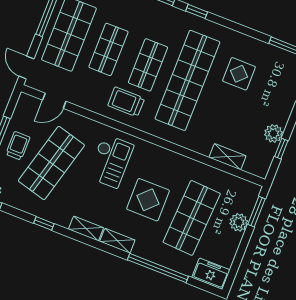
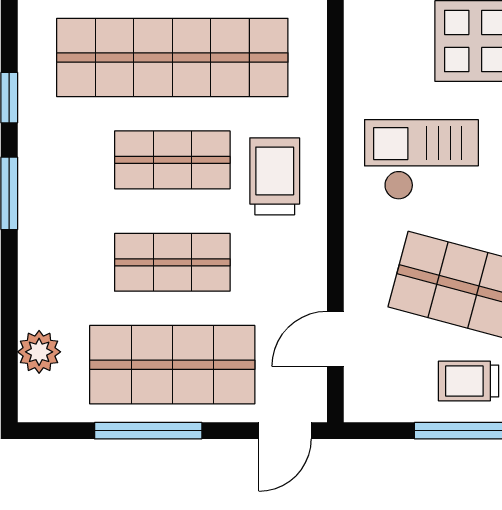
door: (54, 101) -> (335, 339), swing flipped
trolley: (126, 102) -> (275, 176), turned 180

